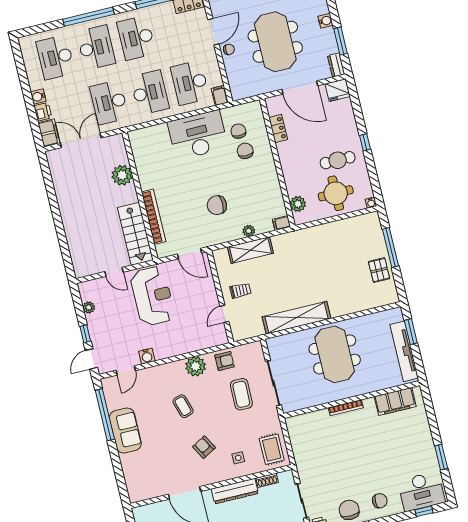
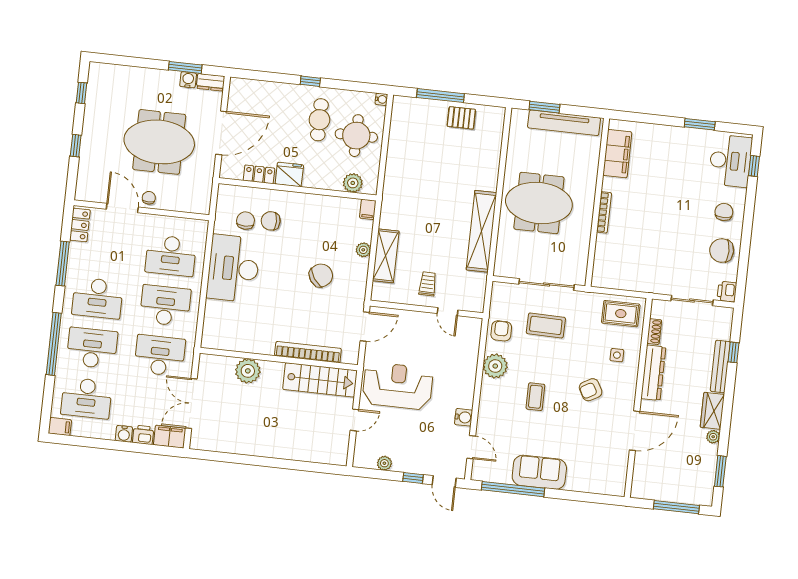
water cooler: (325, 21) -> (188, 80), moved
fridge: (338, 90) -> (289, 174), moved, turned -90
filing cabinet: (220, 95) -> (60, 427), moved, turned 180
desk: (109, 102) -> (160, 356), turned 180
chair: (238, 131) -> (246, 221), turned 90
chair: (217, 205) -> (321, 275), turned -125
coffee table: (183, 406) -> (535, 397), turned -73

